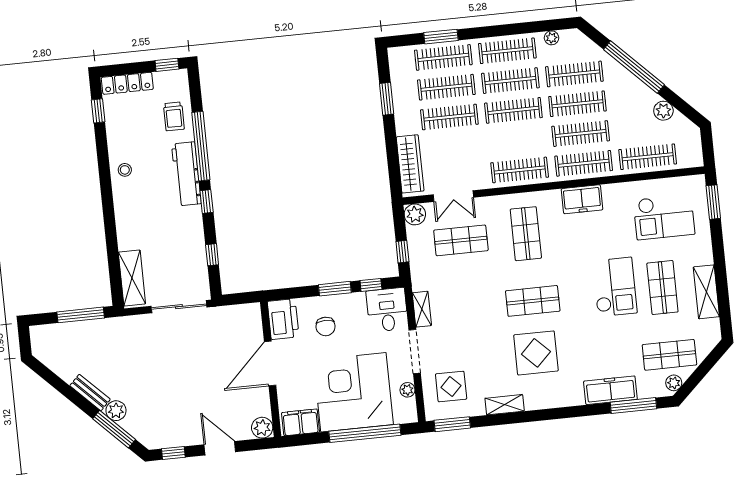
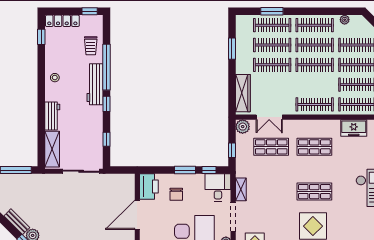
workbench: (127, 228) -> (52, 116), added
shop shelf: (526, 234) -> (314, 147), turned 90

